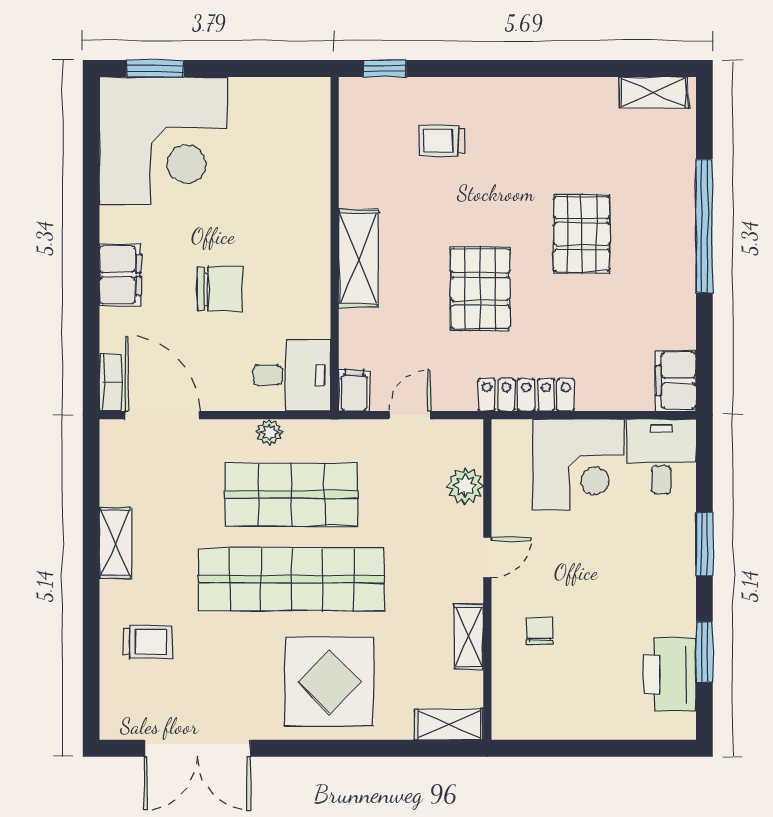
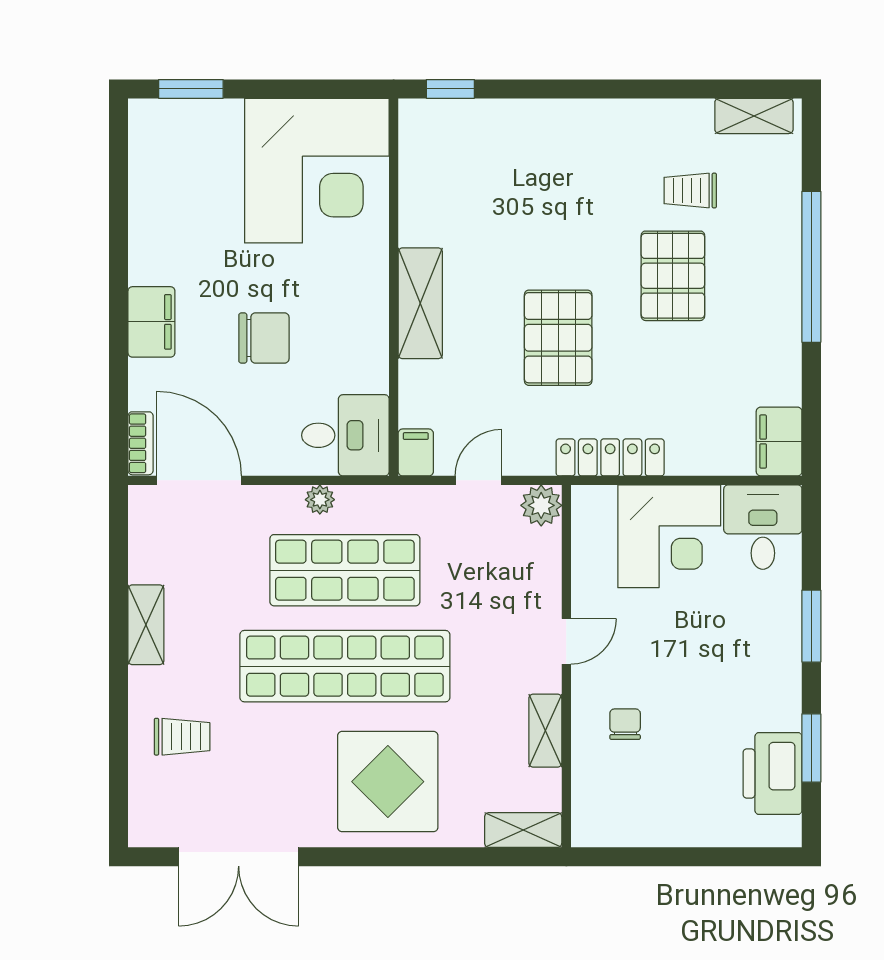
corner desk: (163, 141) -> (317, 171), moved
trolley: (441, 141) -> (690, 191), moved
plant: (465, 486) -> (541, 505), moved

